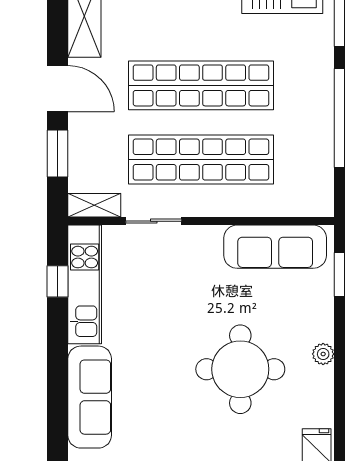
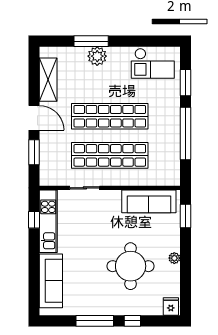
shelving: (94, 205) -> (53, 180), removed

